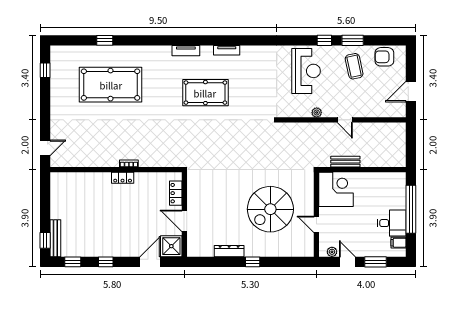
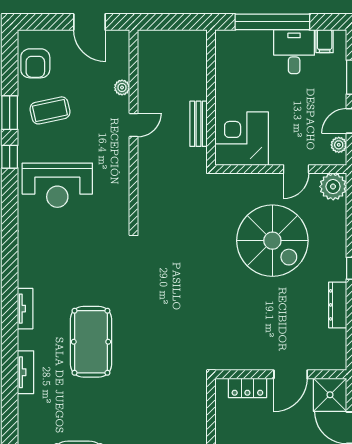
reception desk: (306, 71) -> (57, 185), turned 180
plant: (317, 113) -> (122, 88), moved
plant: (305, 248) -> (333, 187), added

